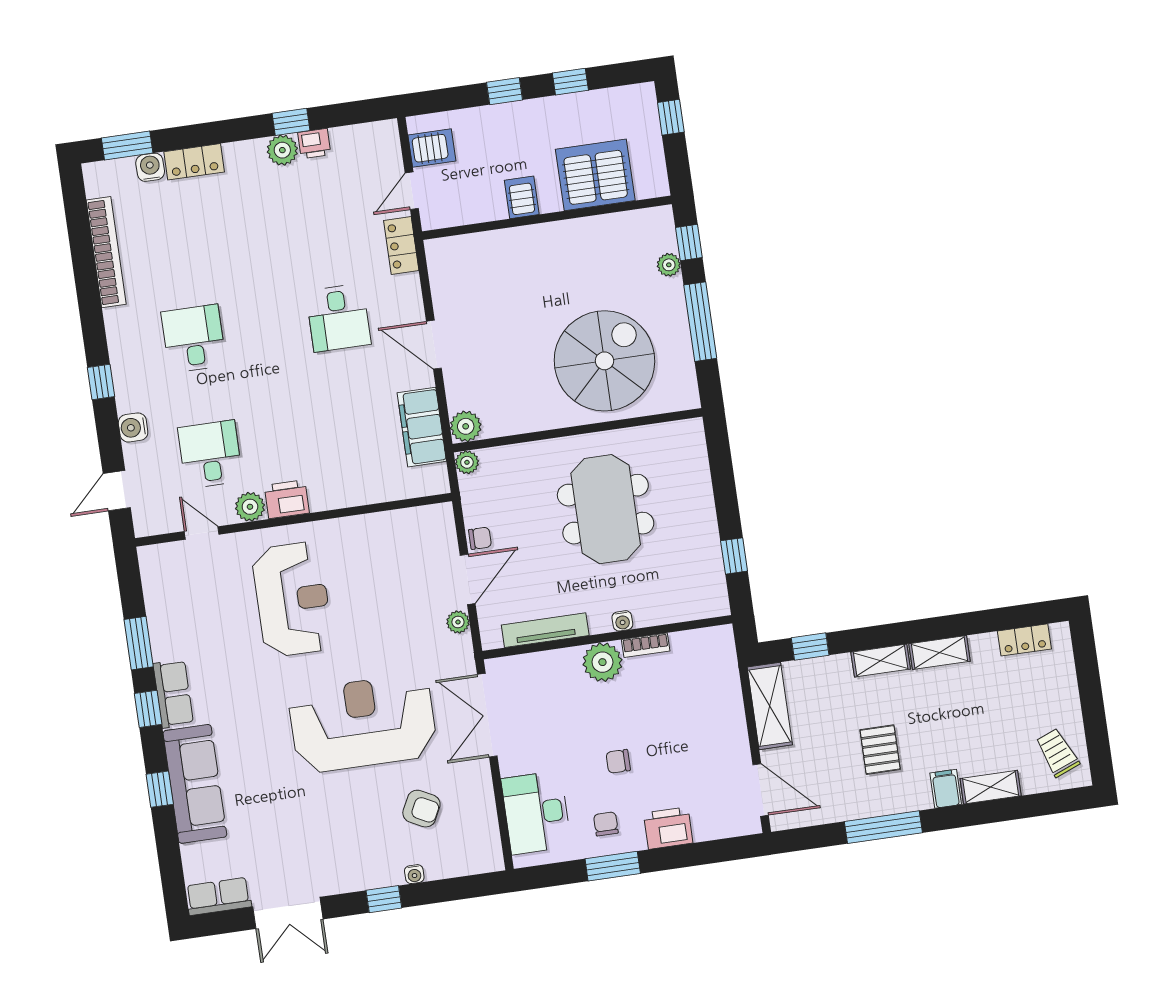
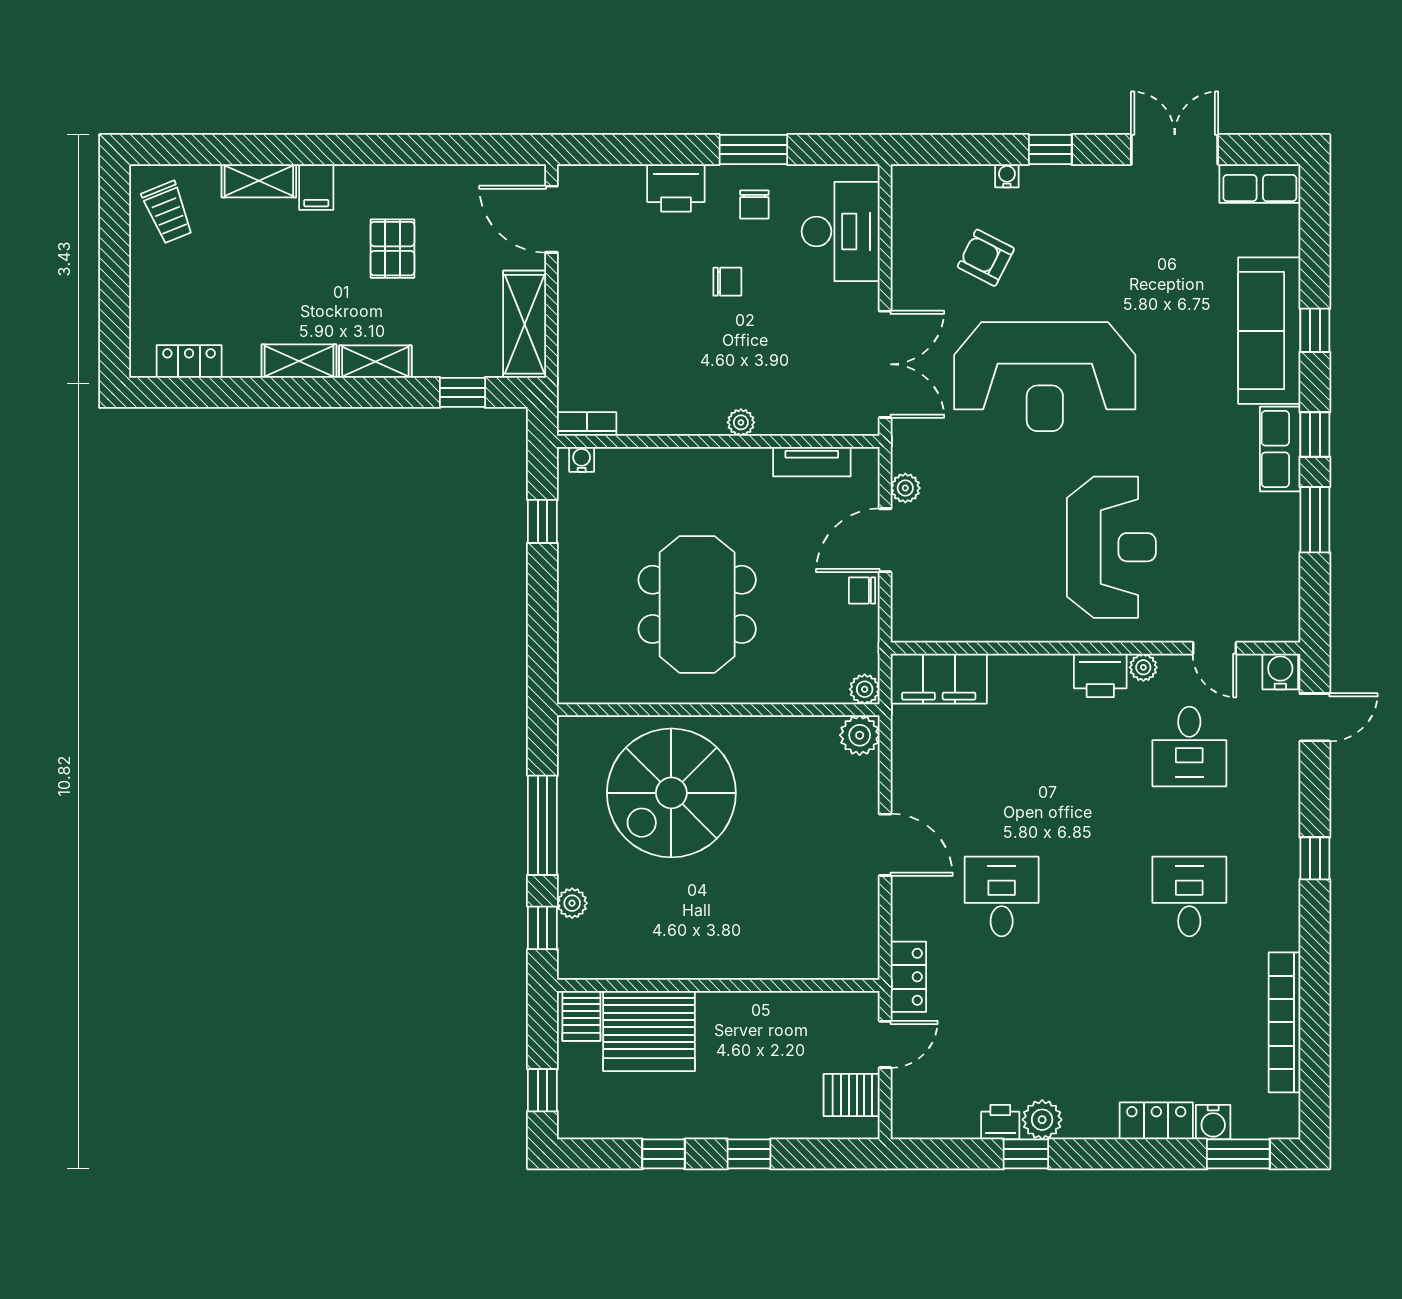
server rack: (522, 197) -> (581, 1016), moved
desk: (194, 339) -> (1189, 896), turned 180
water cooler: (133, 427) -> (1280, 671), moved, turned -90
filing cabinet: (422, 427) -> (939, 679), moved, turned 90
plant: (250, 507) -> (1143, 667), width x0.73, depth x0.73
reception desk: (292, 599) -> (1111, 547), turned 180
water cooler: (622, 621) -> (582, 459), moved
tv unit: (545, 630) -> (812, 462), width x0.71
bookcase: (646, 645) -> (587, 424), moved
plant: (602, 662) -> (741, 422), width x0.53, depth x0.53
window: (883, 827) -> (402, 150), removed

